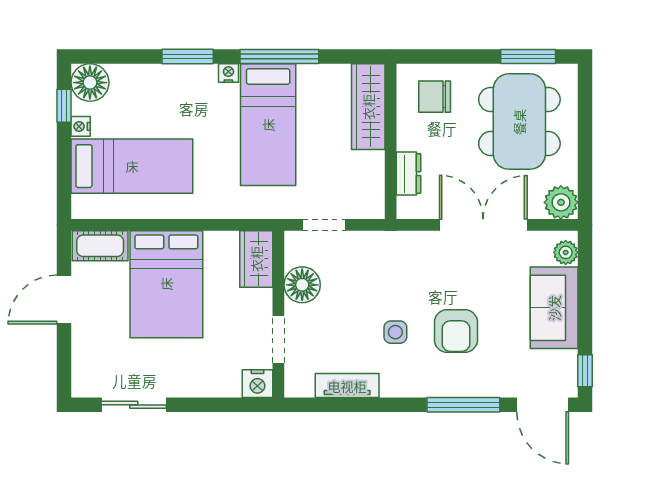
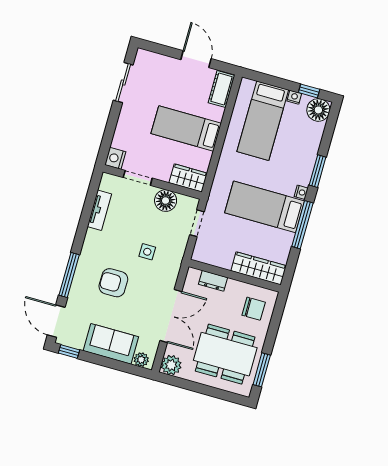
chair: (435, 97) -> (254, 309), turned 90
bed: (166, 284) -> (186, 128), width x0.67
side table: (395, 332) -> (147, 252), moved
door: (543, 405) -> (56, 321), hinge flipped

